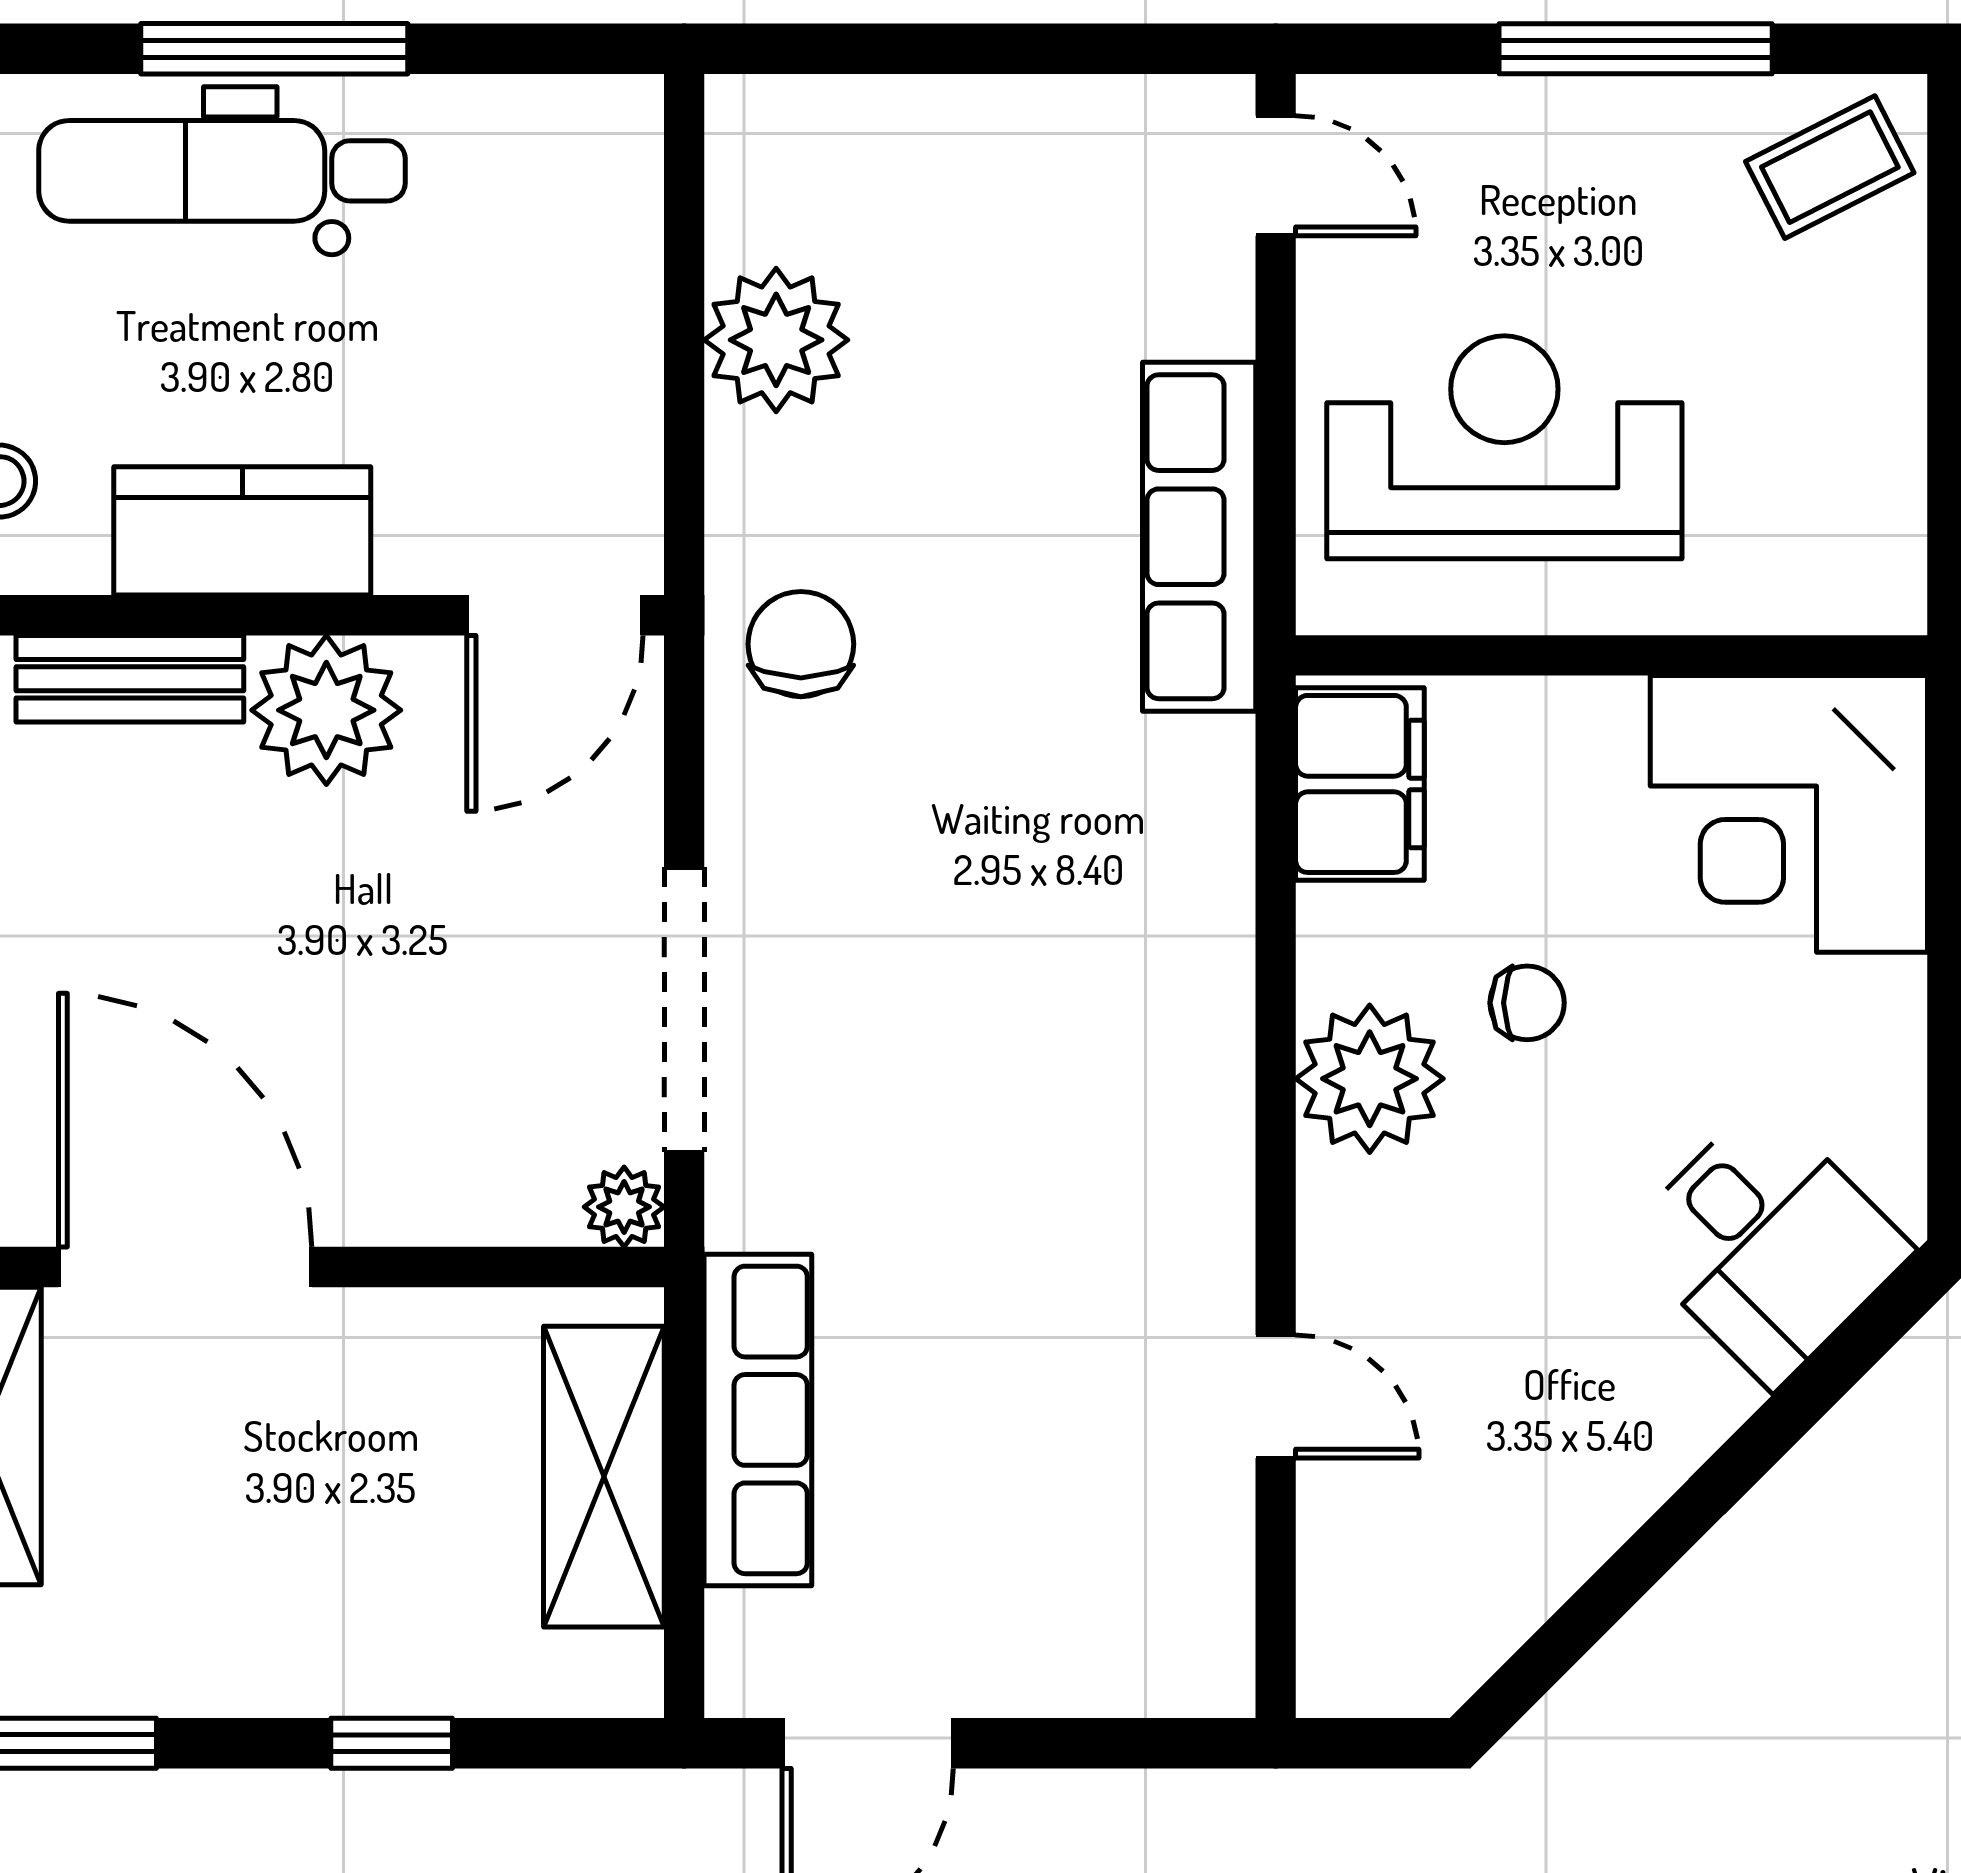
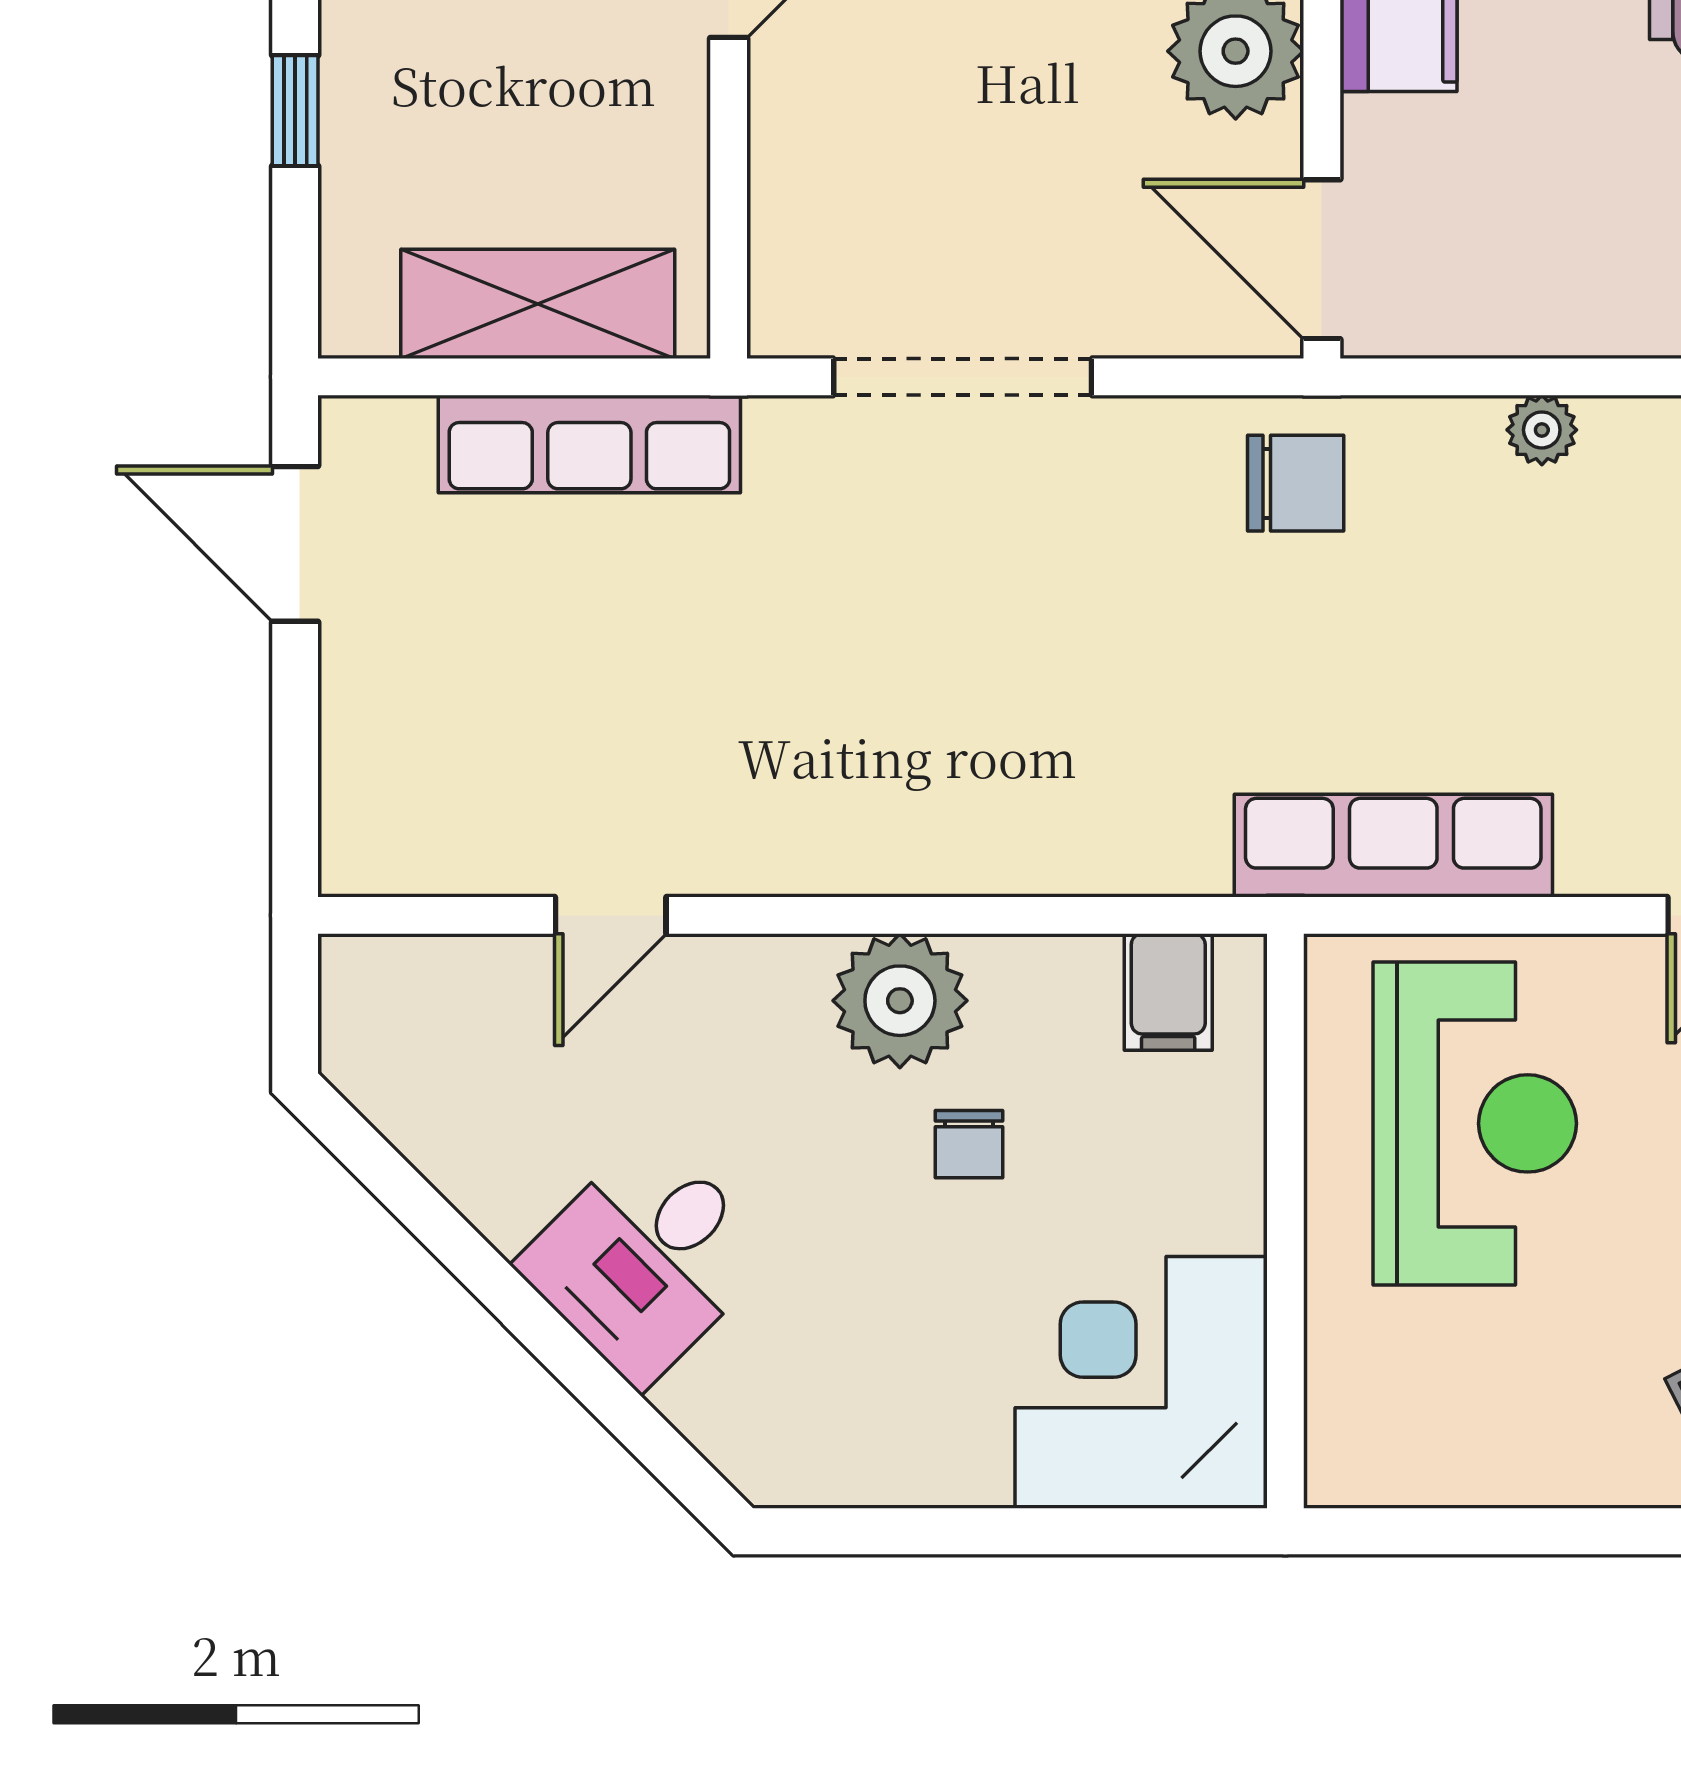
plant: (776, 340) -> (1542, 430), width x0.53, depth x0.53
filing cabinet: (1360, 784) -> (1168, 992), width x0.50
plant: (624, 1207) -> (783, 322), removed
desk: (1768, 1244) -> (646, 1260), moved

